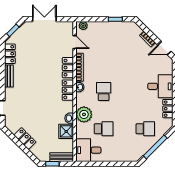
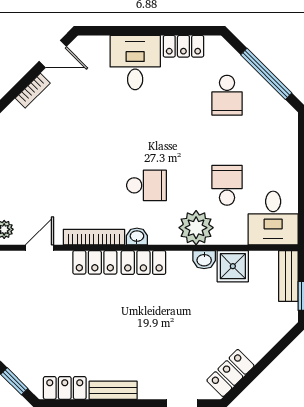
door: (164, 48) -> (53, 54), hinge flipped
school desk: (104, 92) -> (147, 185), turned 180
school desk: (145, 129) -> (227, 95), turned 180
locker: (25, 139) -> (230, 373), moved

